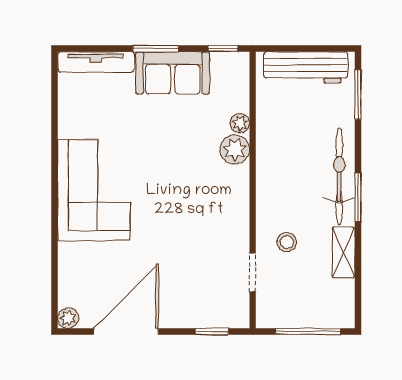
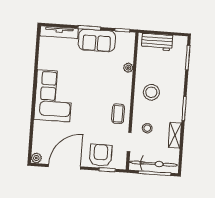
workbench: (306, 67) -> (157, 42), width x0.73
plant: (235, 149) -> (125, 80), removed
stool: (290, 169) -> (151, 92), added
bicycle: (339, 176) -> (153, 164), moved, turned 90
coffee table: (226, 217) -> (118, 114), added
armchair: (197, 303) -> (101, 155), added

